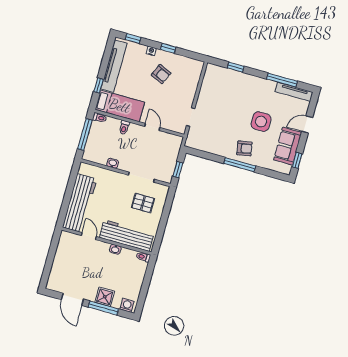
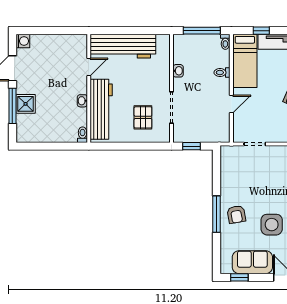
washing machine: (127, 305) -> (23, 41), moved

